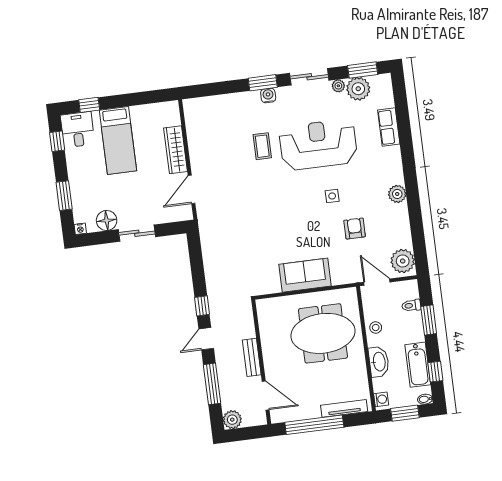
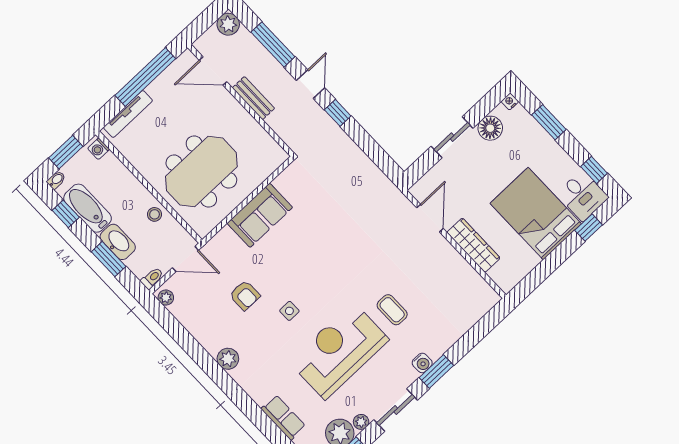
bed: (118, 140) -> (536, 214), width x1.50
reception desk: (318, 145) -> (339, 351), turned 180
plant: (403, 261) -> (166, 297), width x0.53, depth x0.53
toilet: (411, 305) -> (152, 278), moved
washbasin: (379, 362) -> (118, 242), moved, turned 180

